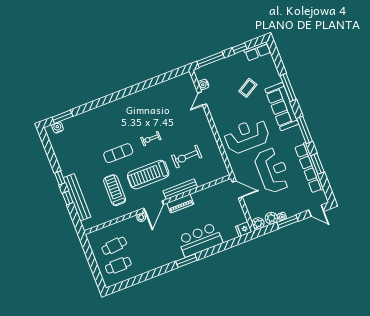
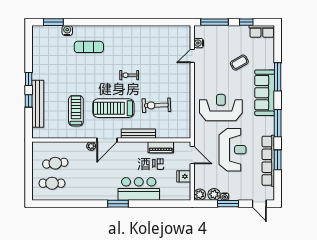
water cooler: (58, 127) -> (67, 30), moved
exercise mat: (118, 153) -> (89, 47), moved
piano: (180, 204) -> (161, 147), moved
fridge: (244, 229) -> (184, 176), moved

